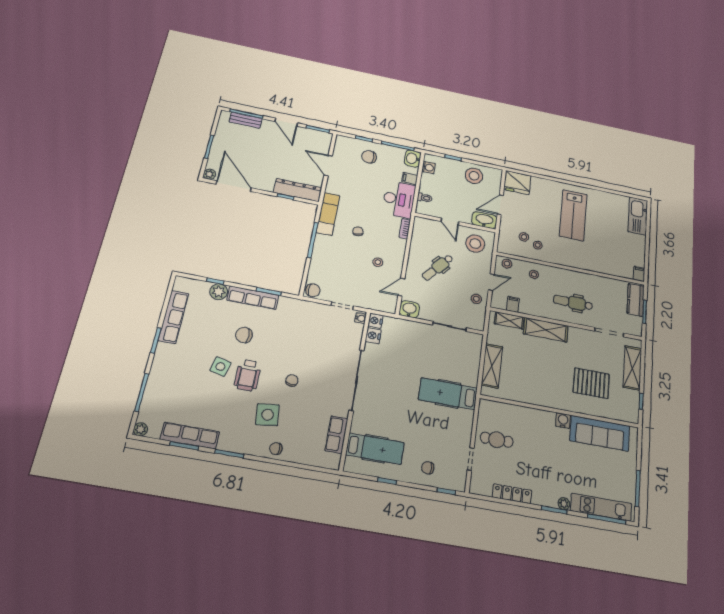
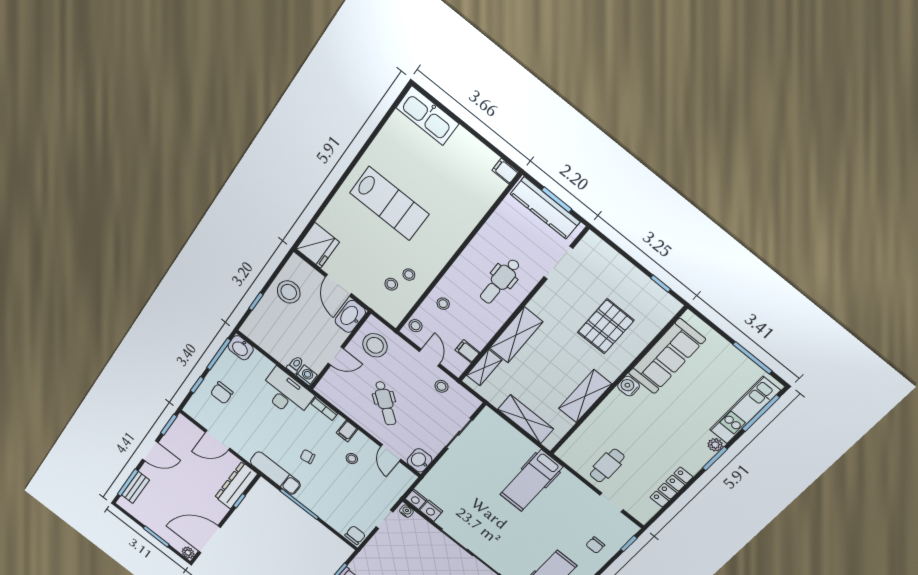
washing machine: (428, 167) -> (307, 375), moved
filing cabinet: (410, 179) -> (347, 431), moved
kitchen counter: (636, 300) -> (545, 208), width x1.50
shelving: (632, 368) -> (585, 396), moved, turned 90

